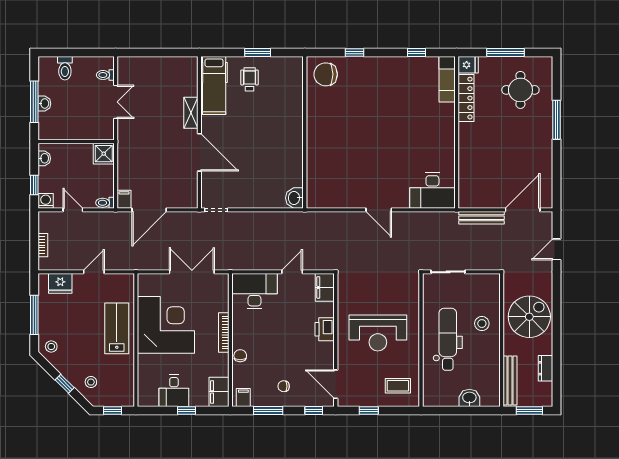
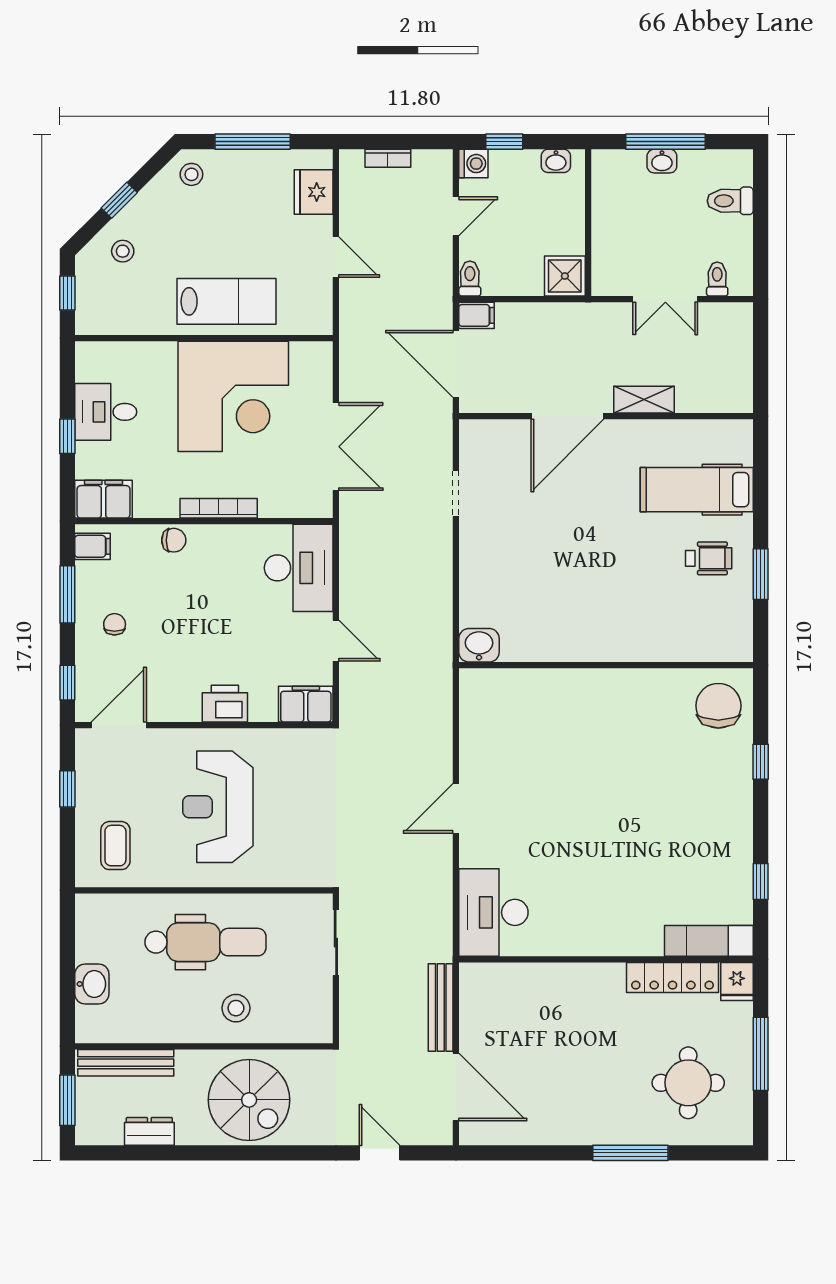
shelving: (191, 113) -> (644, 400), moved
wall: (199, 132) -> (606, 416), moved
door: (199, 152) -> (567, 416), moved

